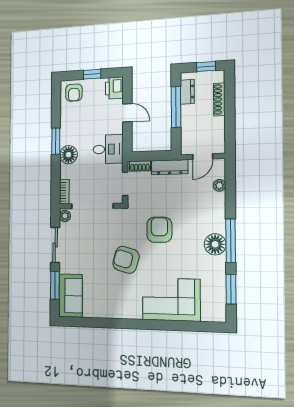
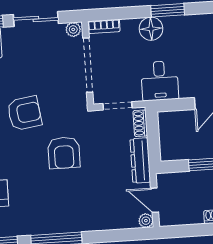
plant: (219, 185) -> (146, 221), moved
armchair: (159, 230) -> (64, 153), turned 90
floor lamp: (215, 244) -> (51, 221), removed
armchair: (126, 260) -> (24, 113), turned 66

